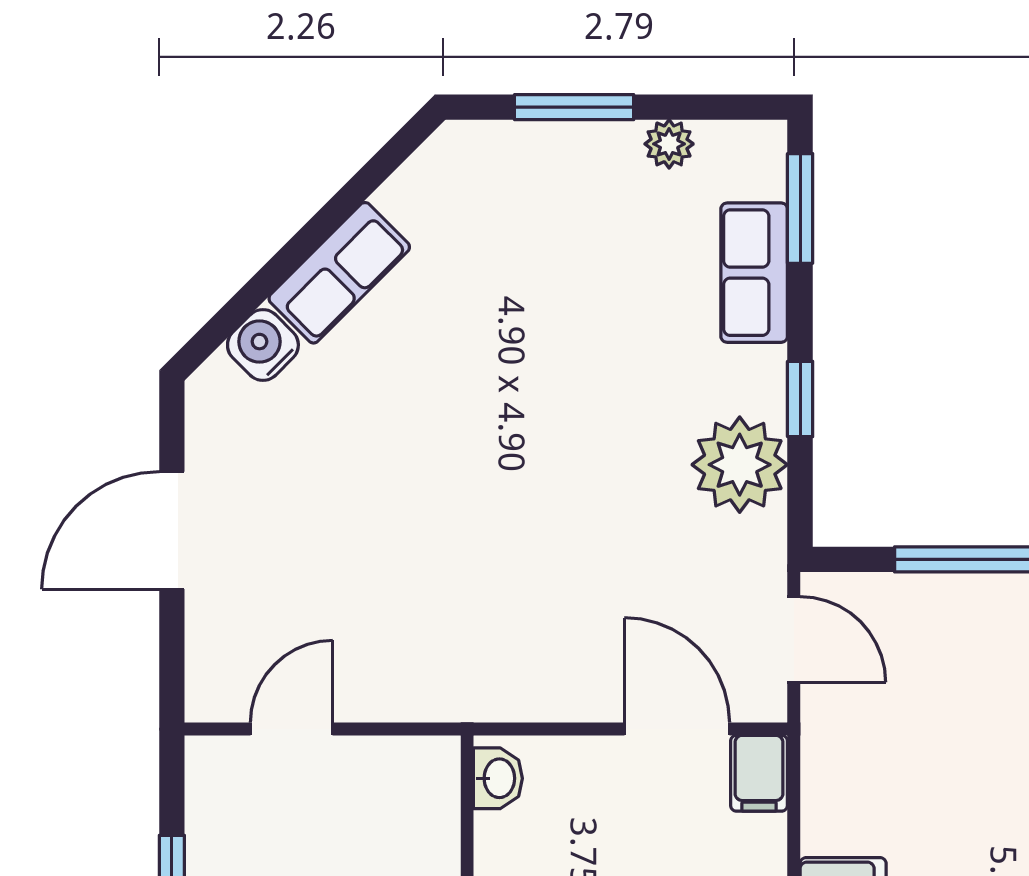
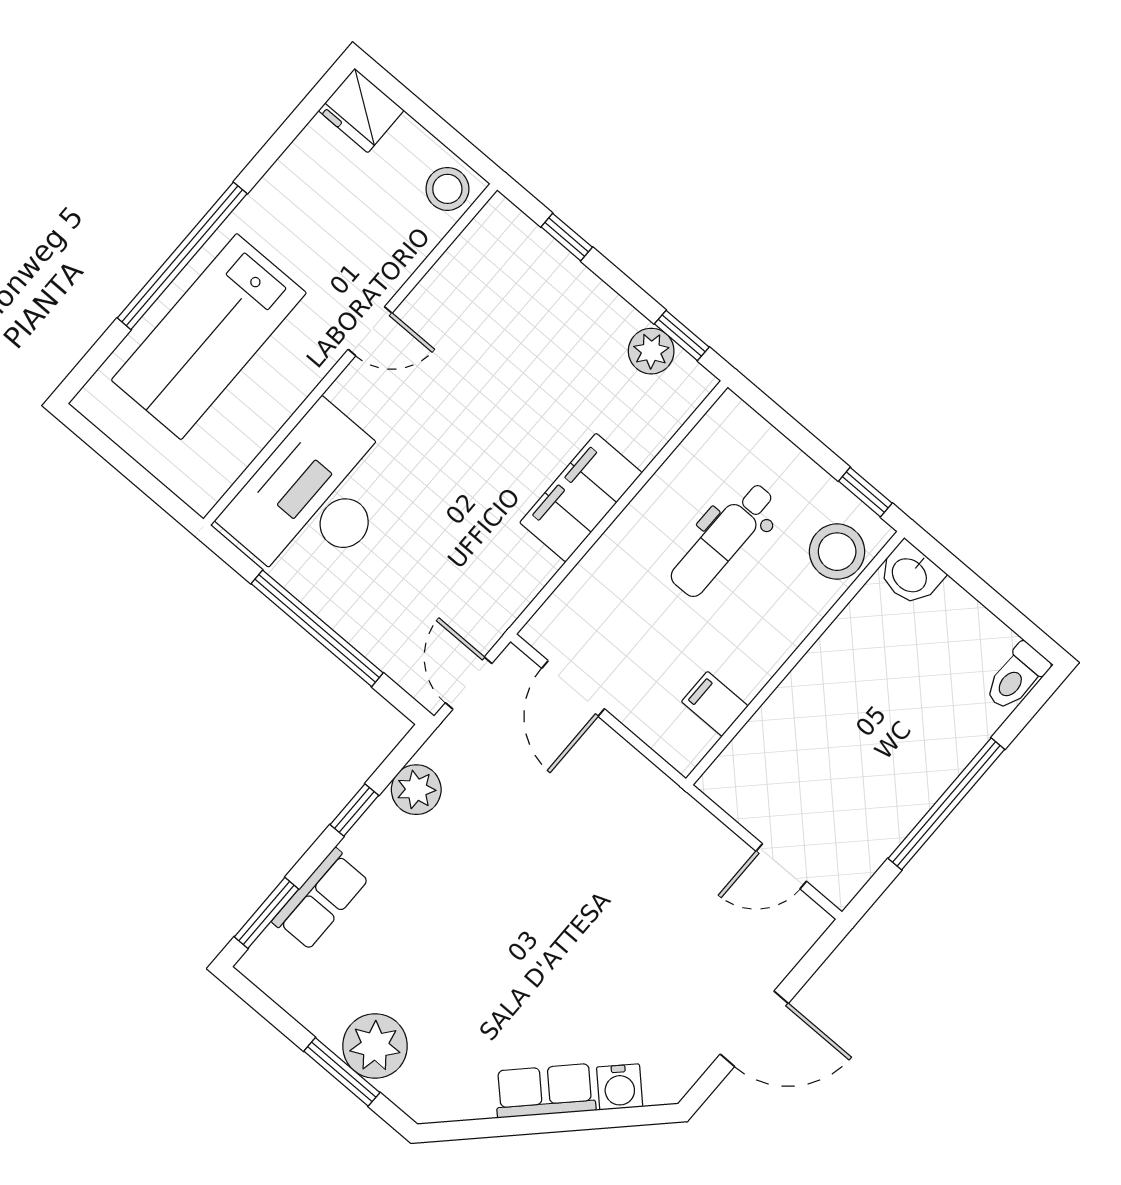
plant: (669, 144) -> (375, 1046), moved, width x1.88, depth x1.88
plant: (740, 465) -> (416, 790), width x0.73, depth x0.73
filing cabinet: (759, 773) -> (715, 704), moved, turned -90
washbasin: (498, 778) -> (692, 745), removed

